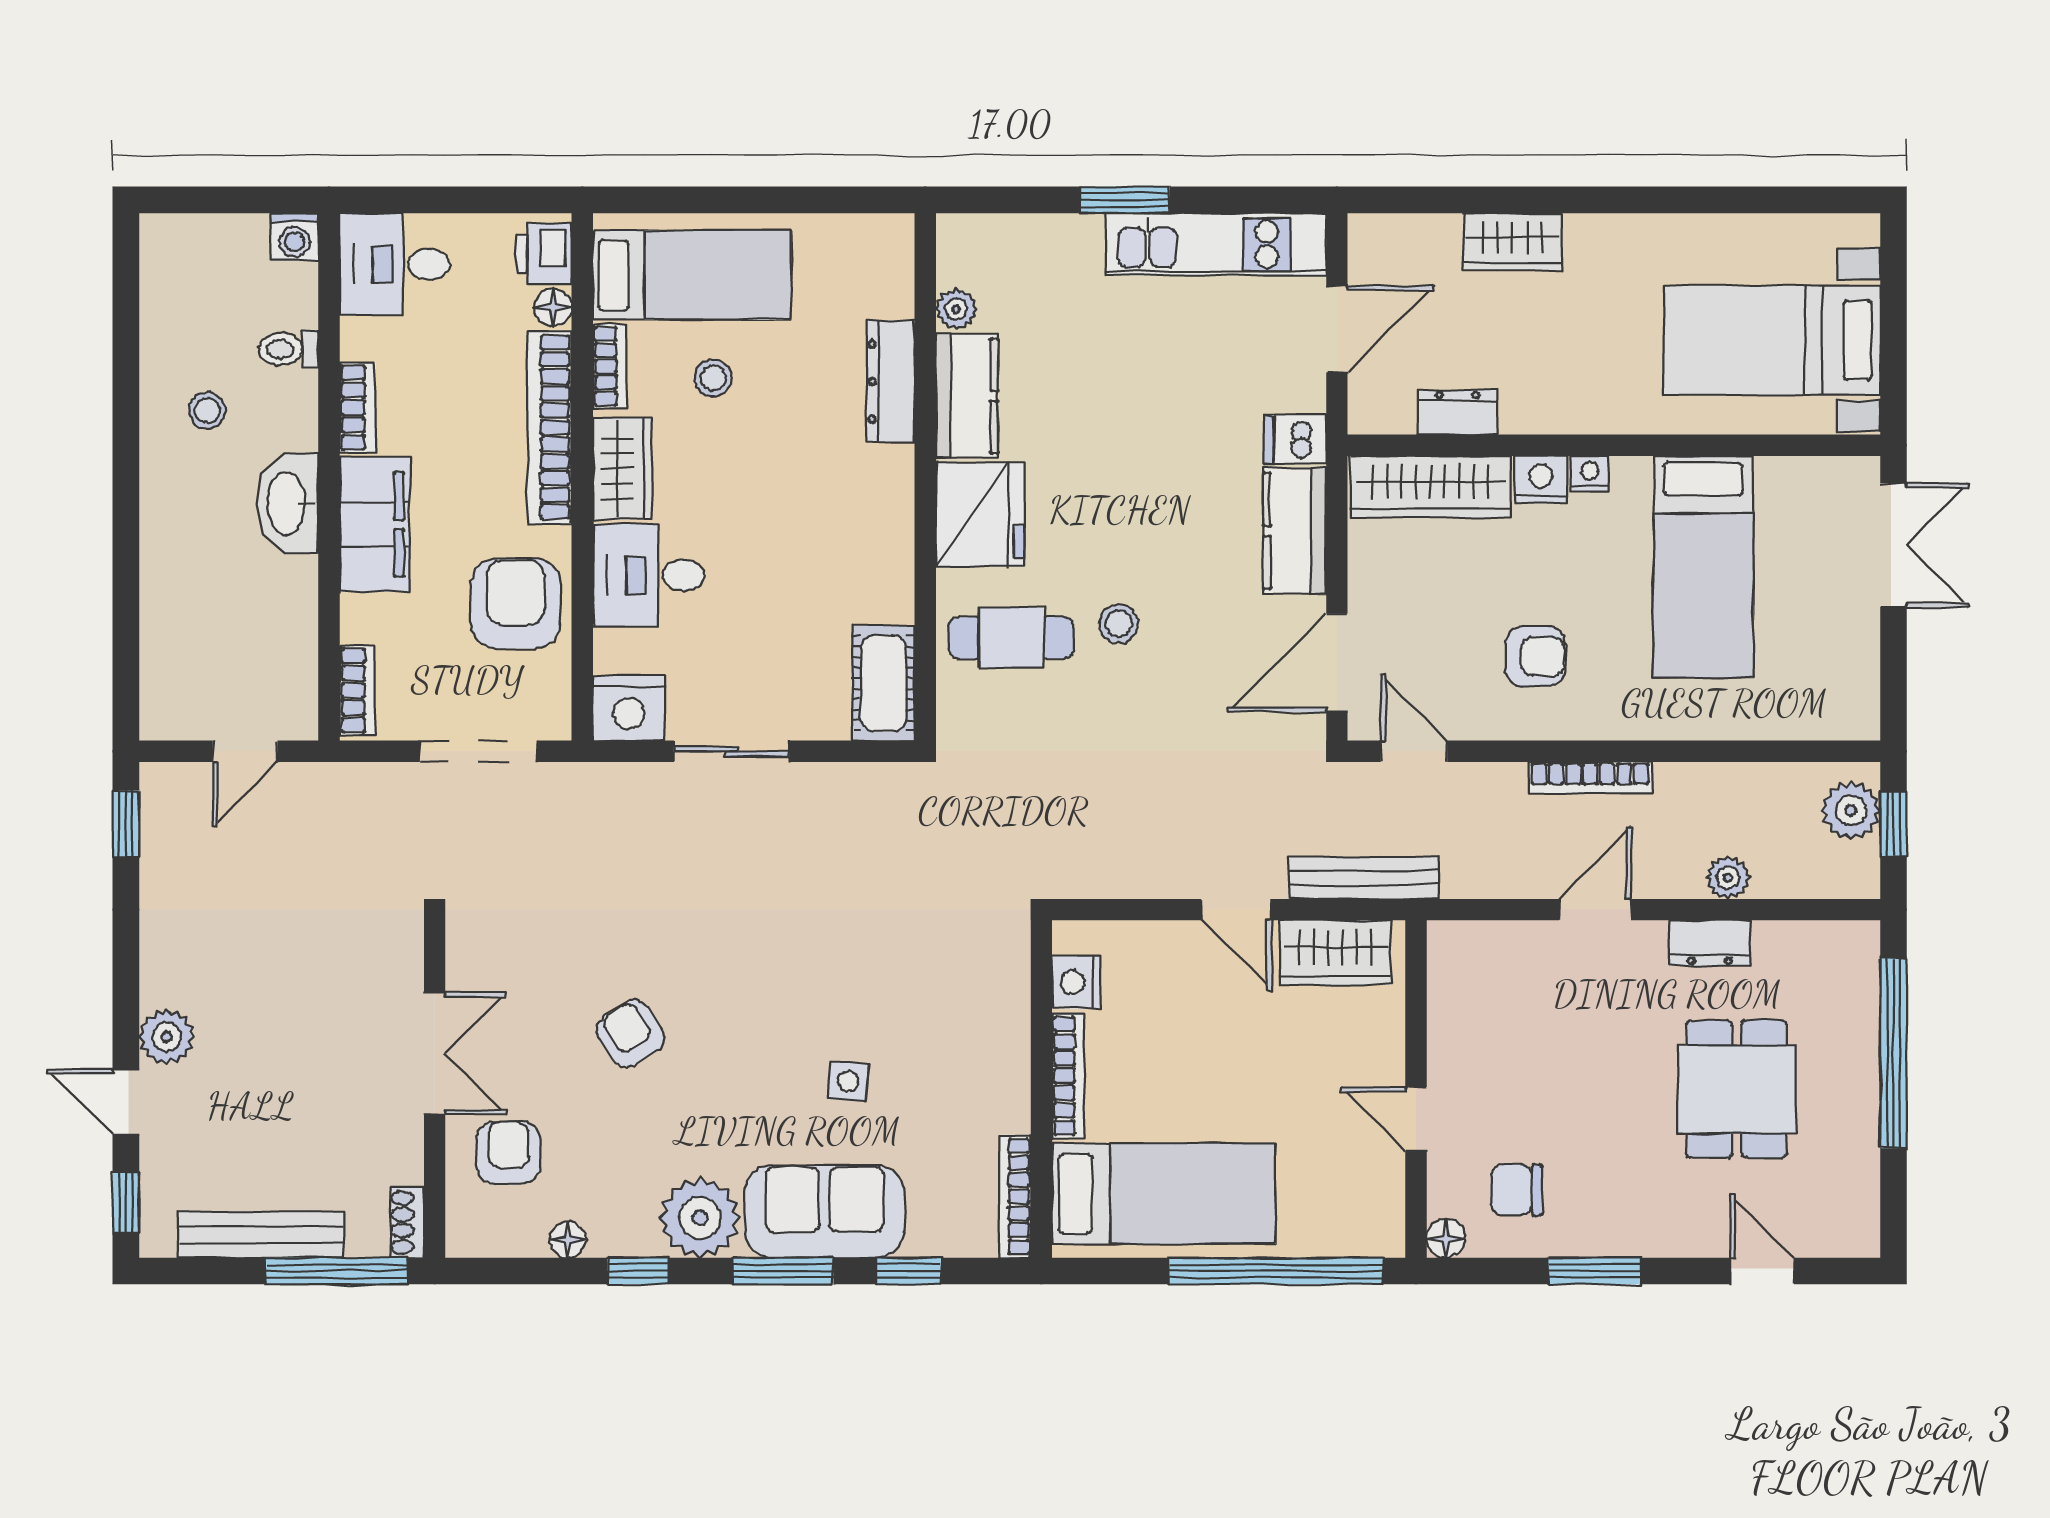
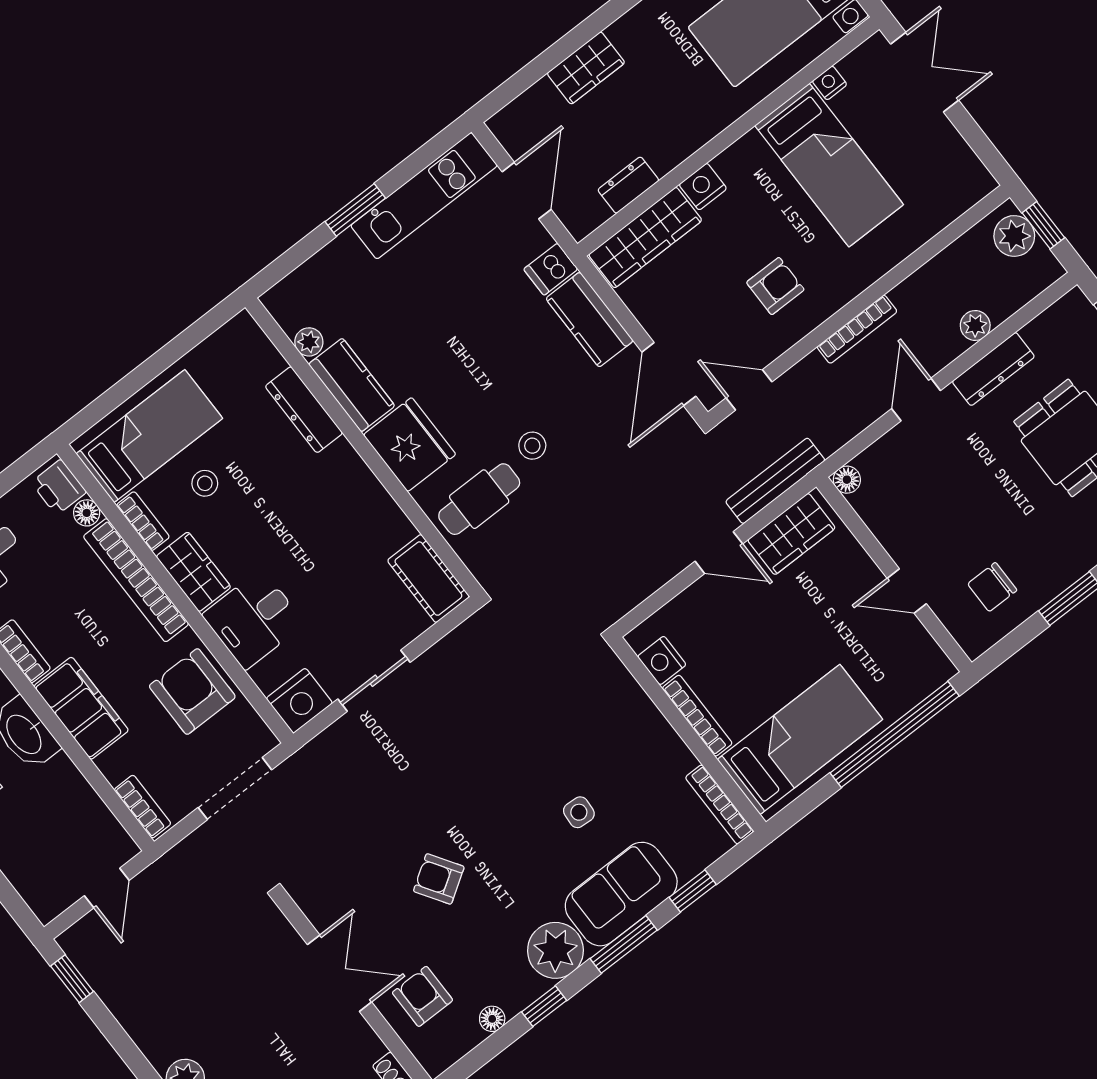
nightstand: (1590, 474) -> (830, 83), moved
dresser: (1710, 943) -> (993, 369), width x1.44
floor lamp: (1446, 1238) -> (847, 480), moved

